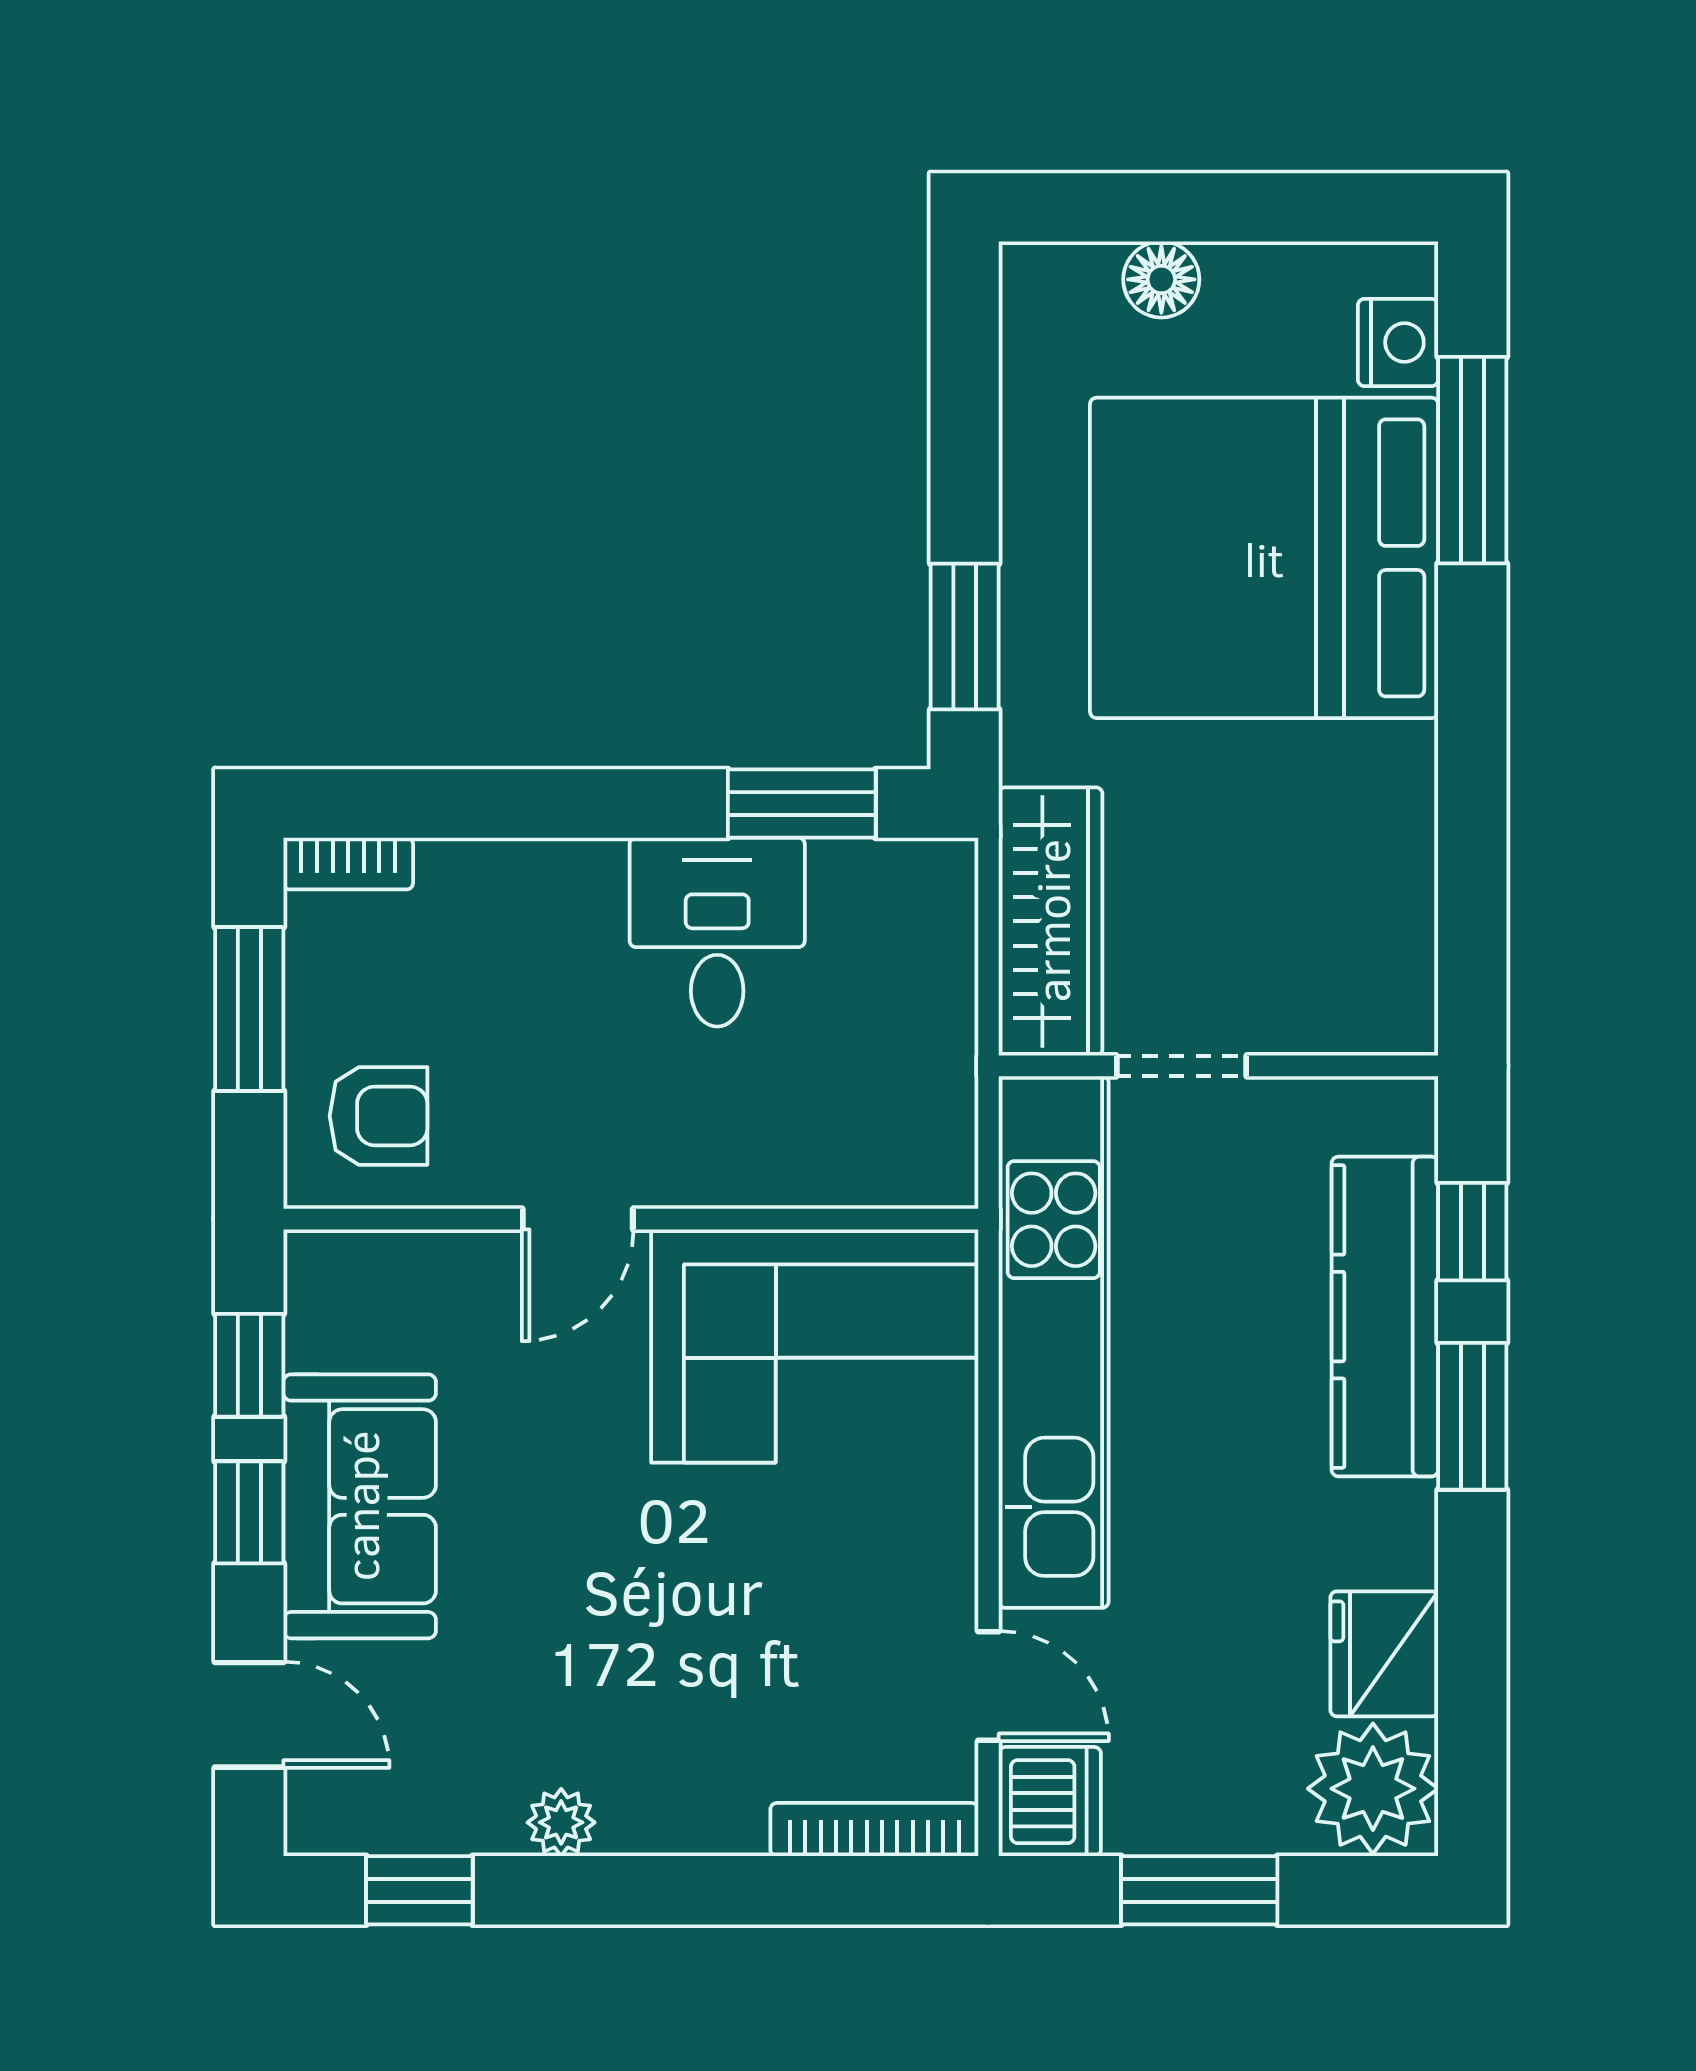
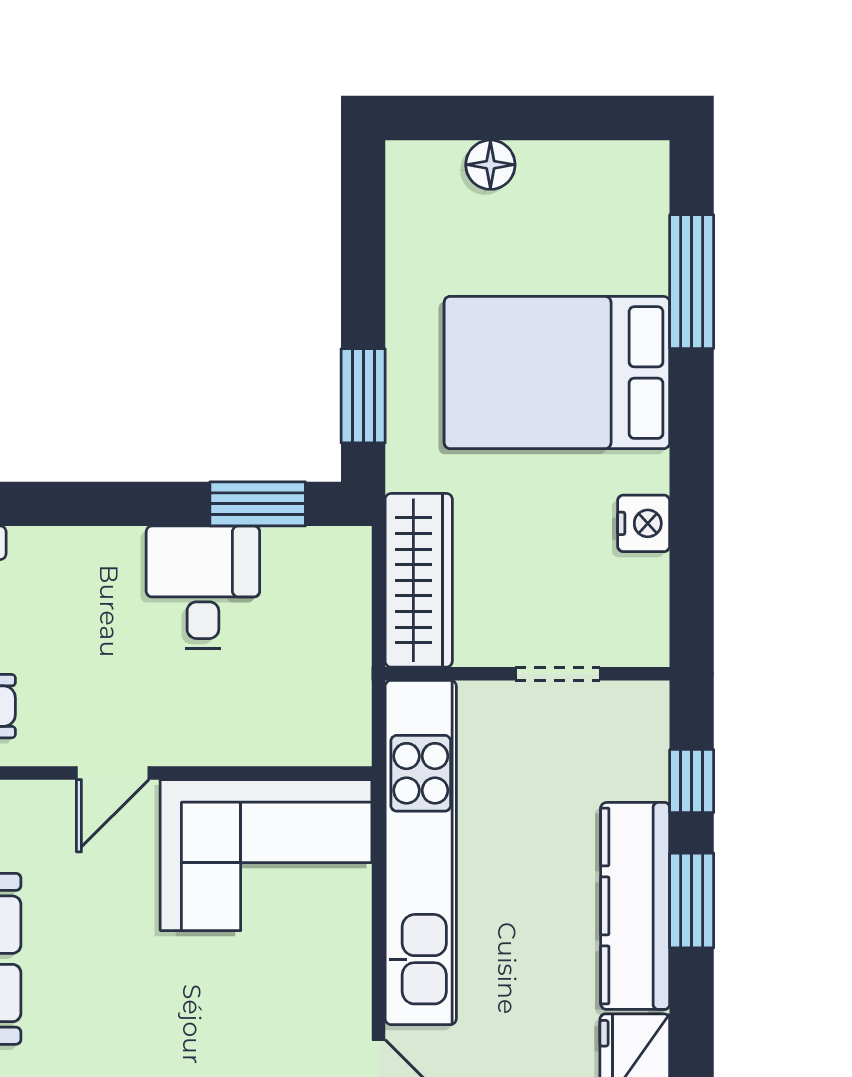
nightstand: (1398, 342) -> (644, 523), moved
bed: (1264, 558) -> (557, 373), width x0.73
doorway: (1181, 1066) -> (558, 674), moved
kitchen counter: (1385, 1317) -> (635, 906), moved

